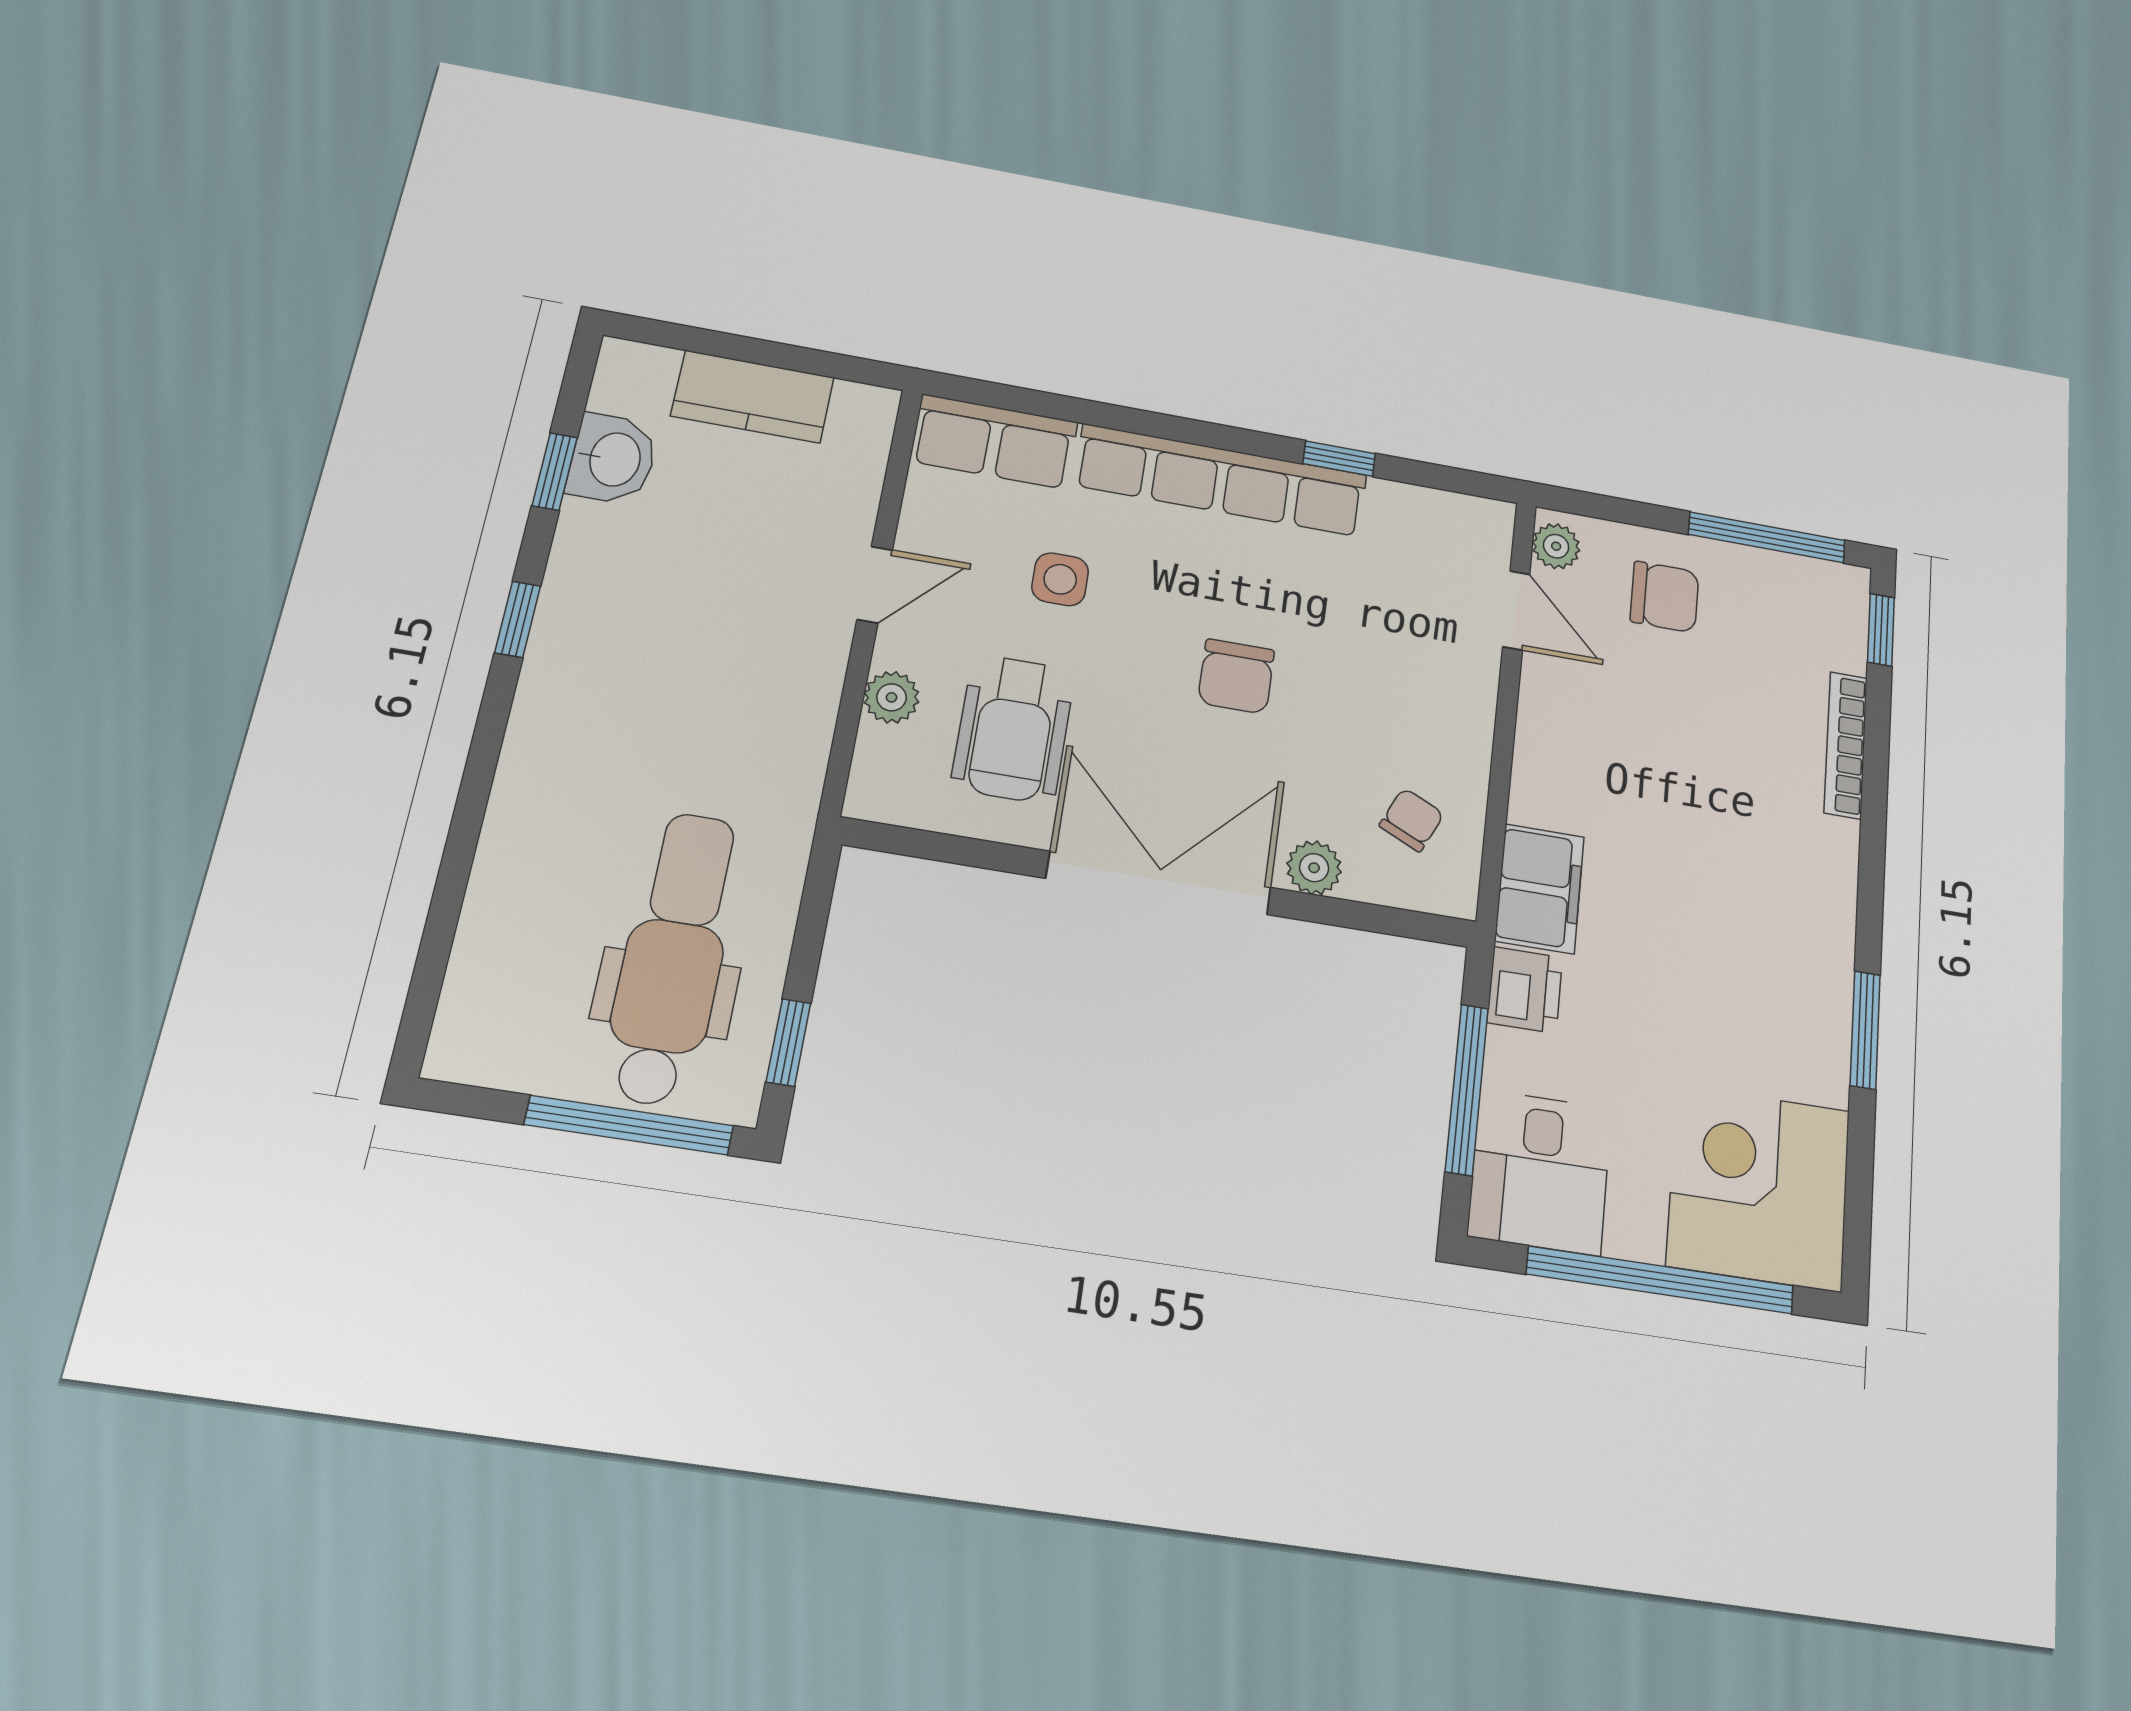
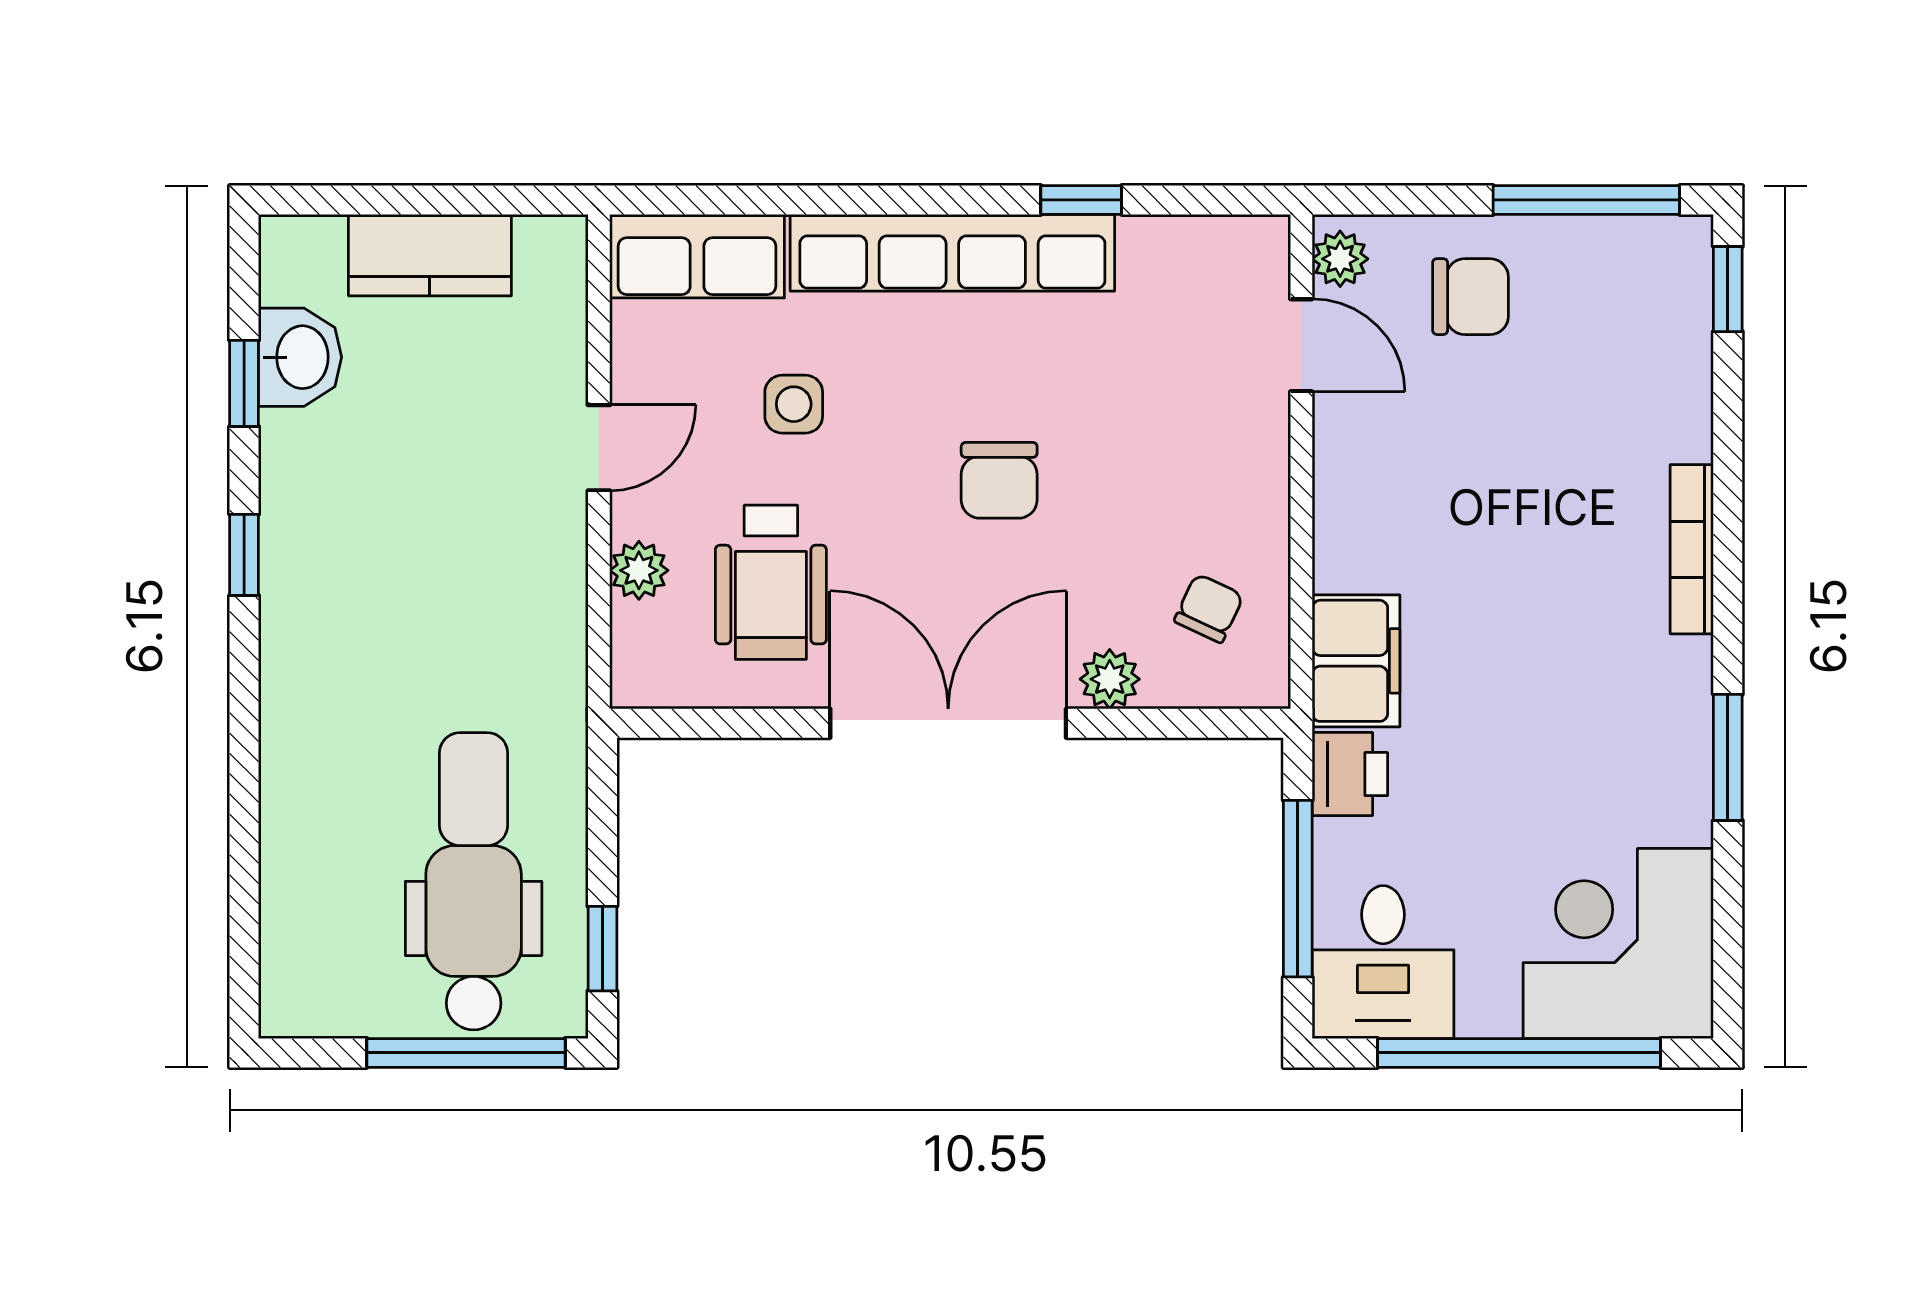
bookcase: (1846, 745) -> (1692, 549), moved

